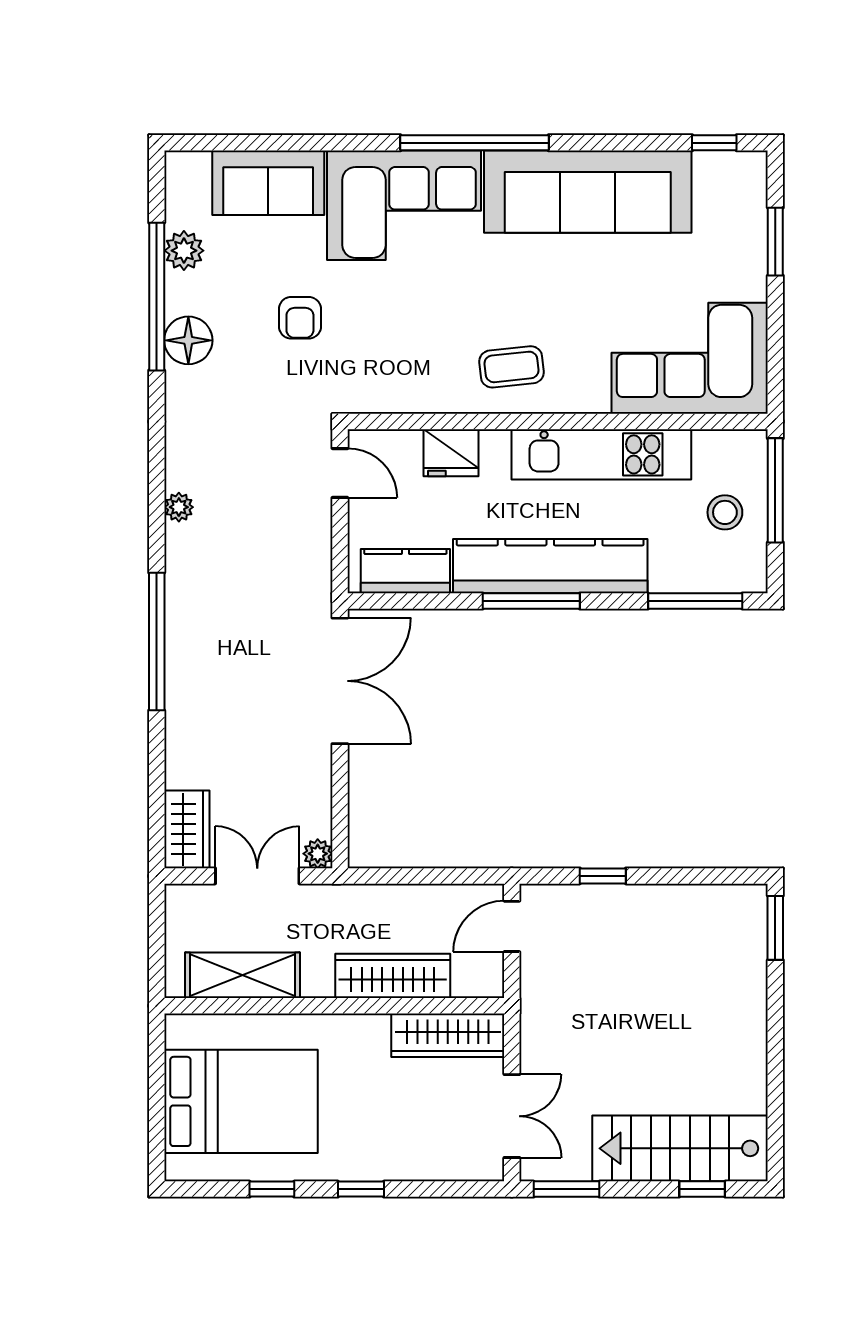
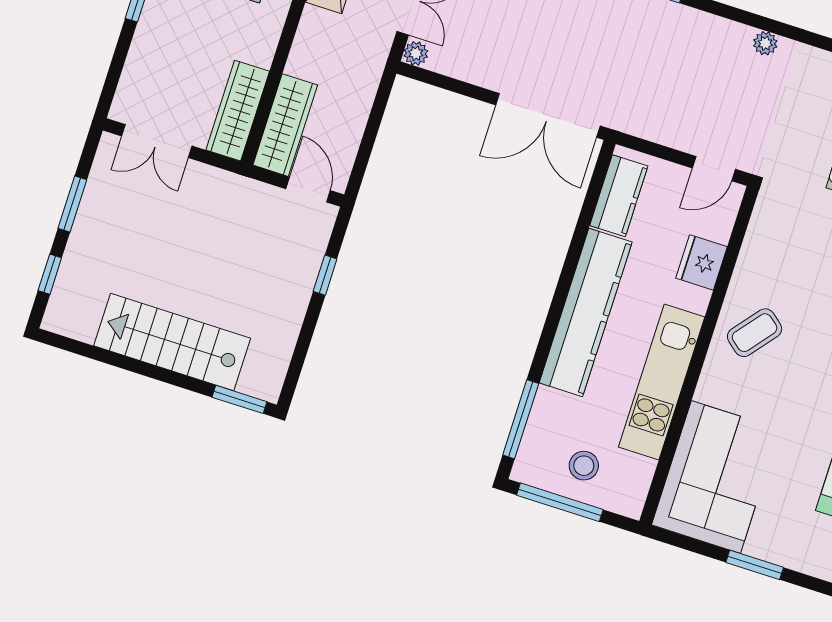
window: (775, 242) -> (755, 565), moved
coffee table: (511, 367) -> (755, 333), turned 45
window: (775, 490) -> (560, 502), moved
plant: (179, 507) -> (765, 43), moved
window: (531, 601) -> (563, 288), removed
wardrobe: (393, 976) -> (285, 125), moved
stairs: (680, 1148) -> (172, 342), moved, turned -90
window: (567, 1189) -> (72, 204), moved

